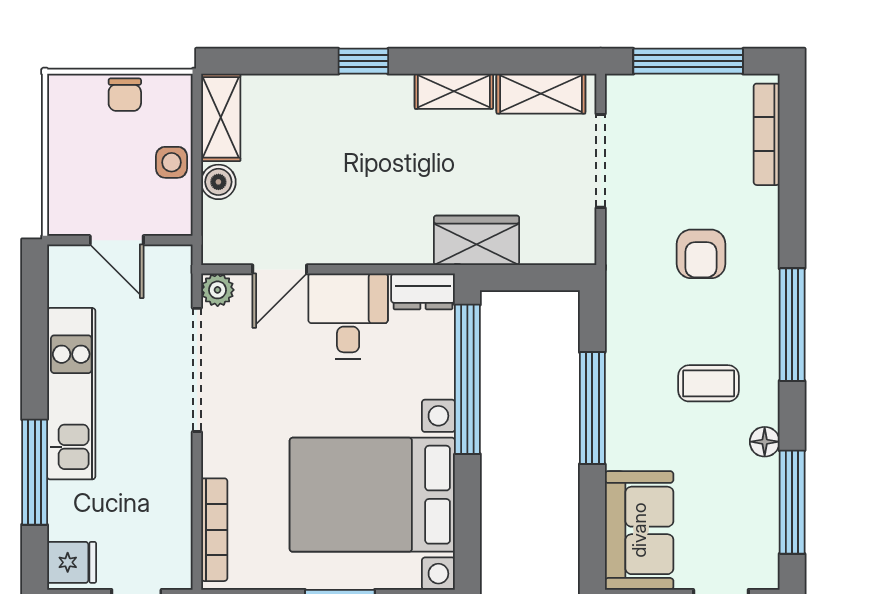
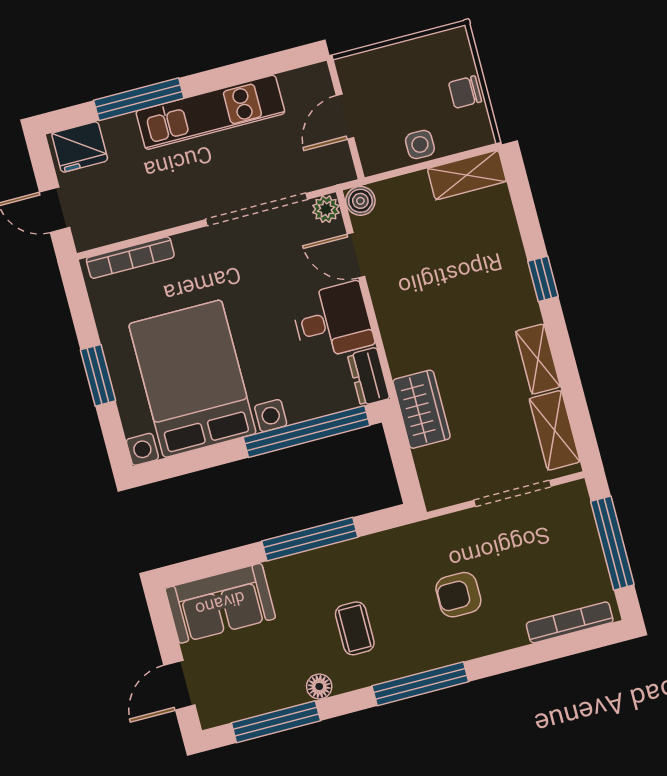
boiler: (218, 182) -> (360, 201), moved
fridge: (72, 562) -> (80, 147), width x1.38

